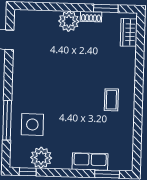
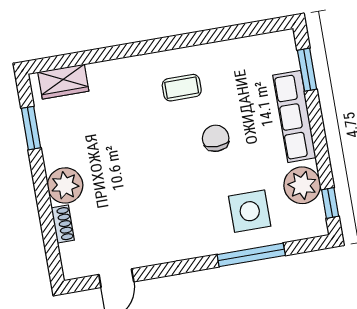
shoe rack: (91, 17) -> (63, 224), moved
chair: (78, 113) -> (216, 138), added
row of seats: (90, 161) -> (294, 116), width x1.48

